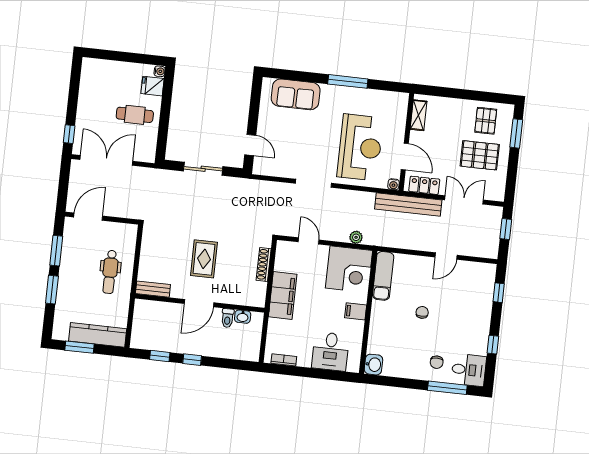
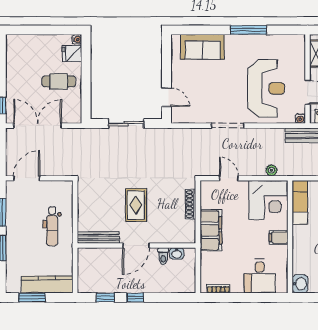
bench: (153, 289) -> (98, 237), width x1.36

